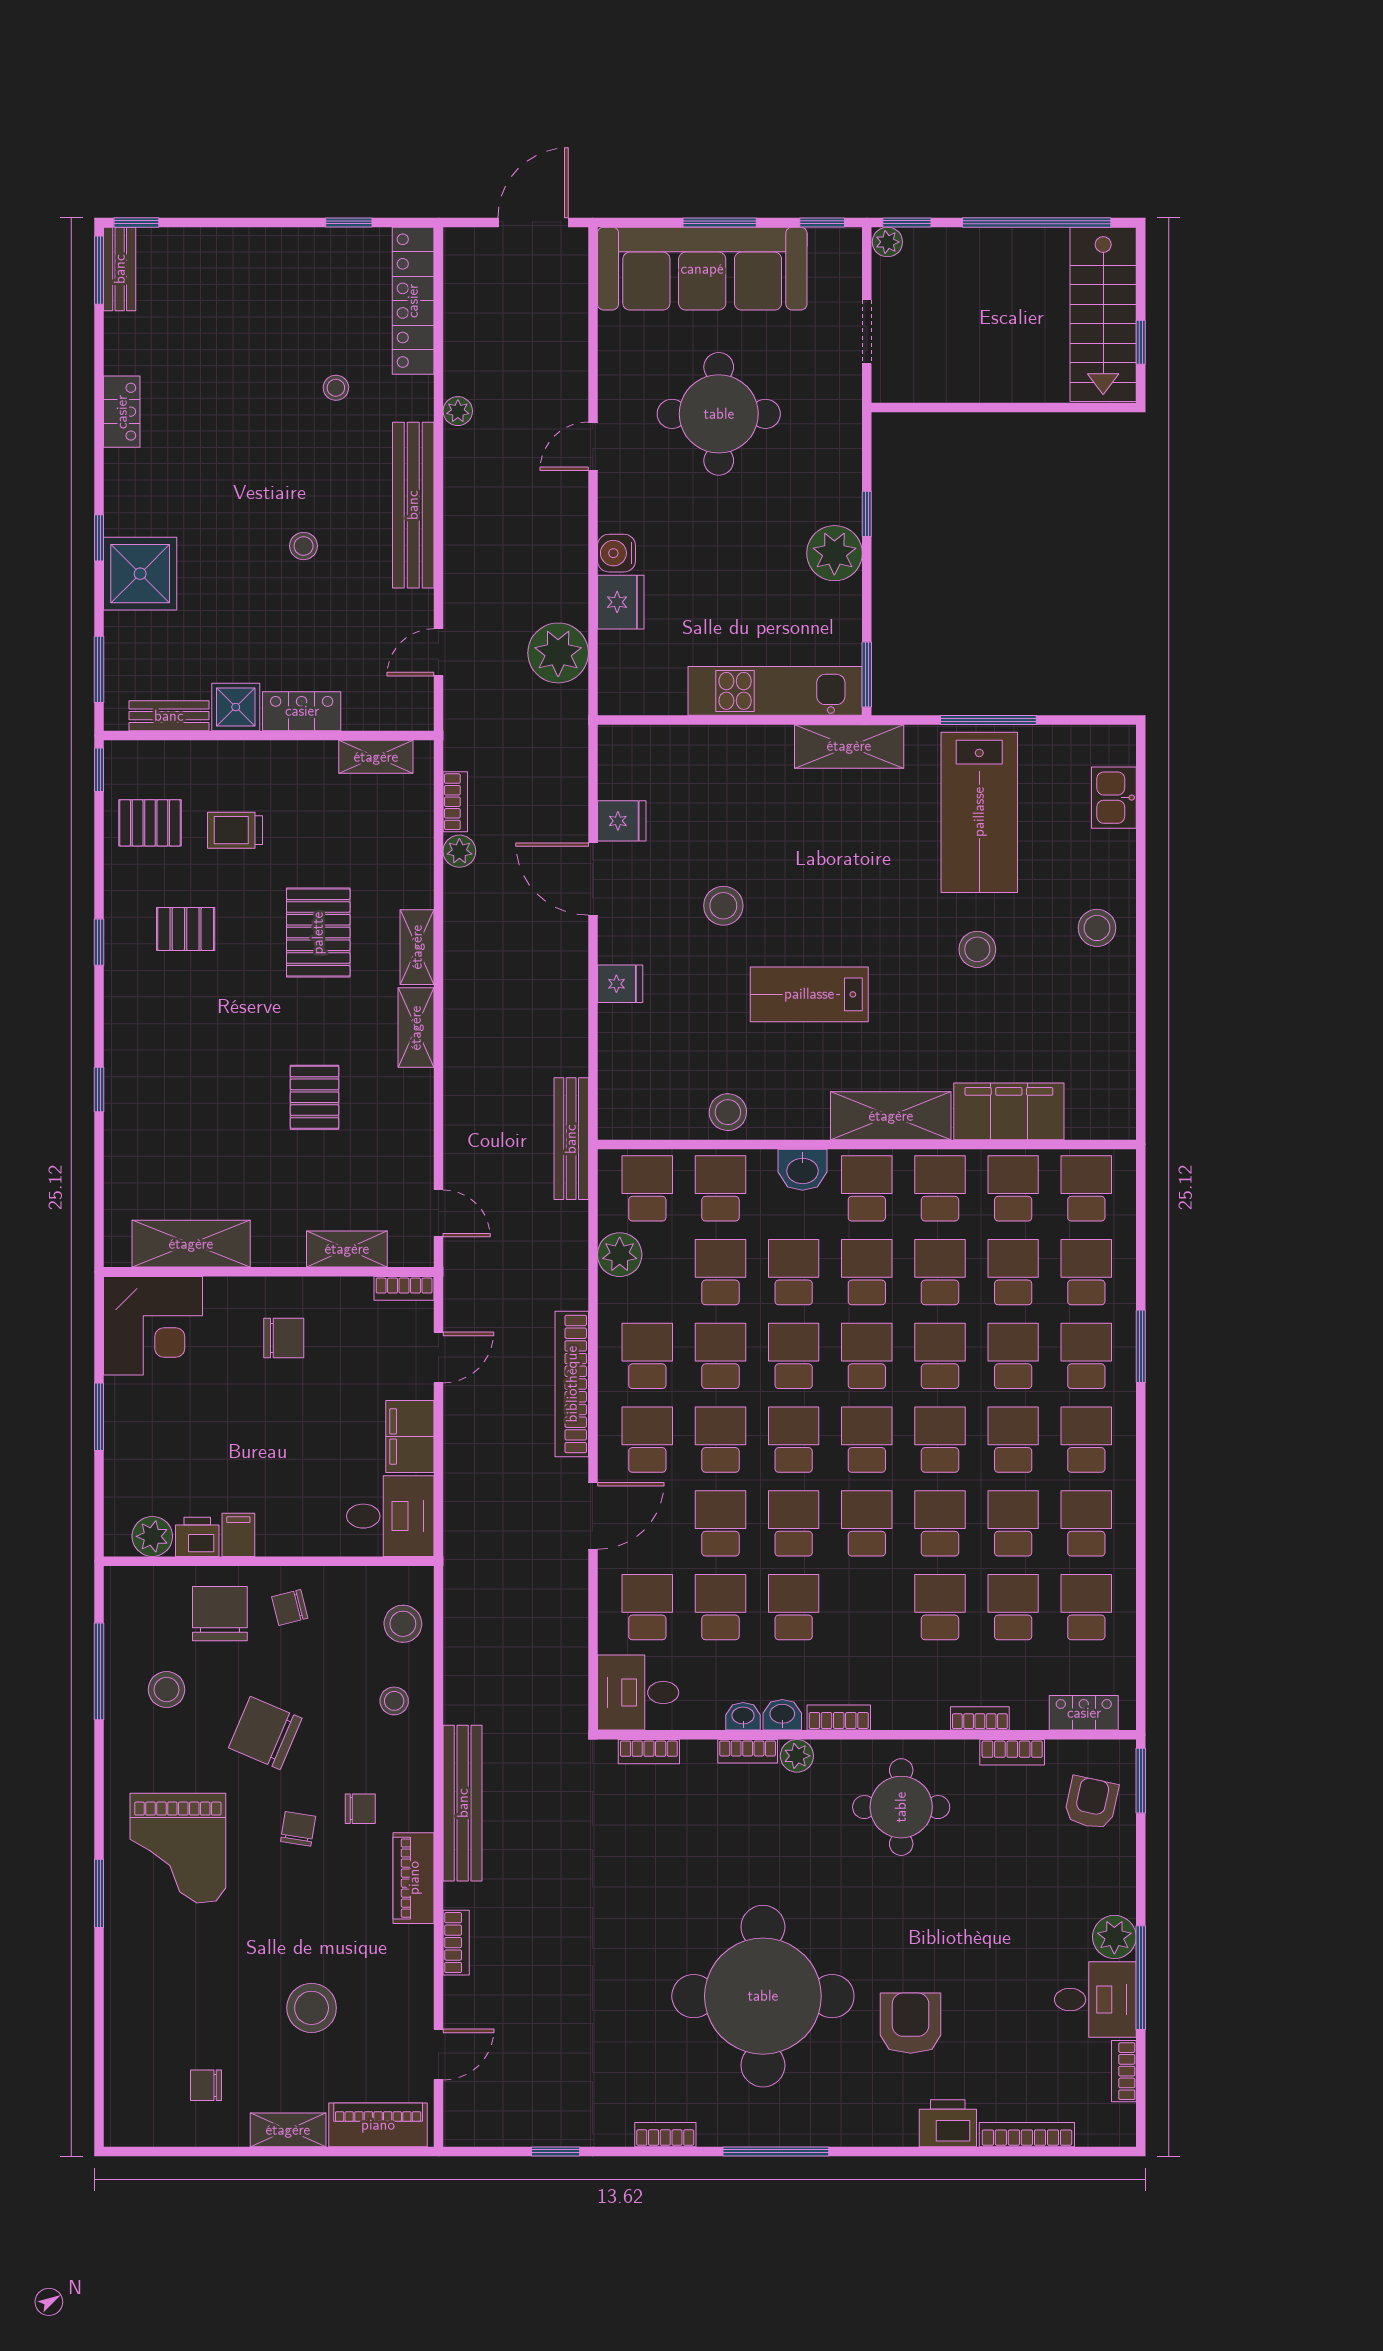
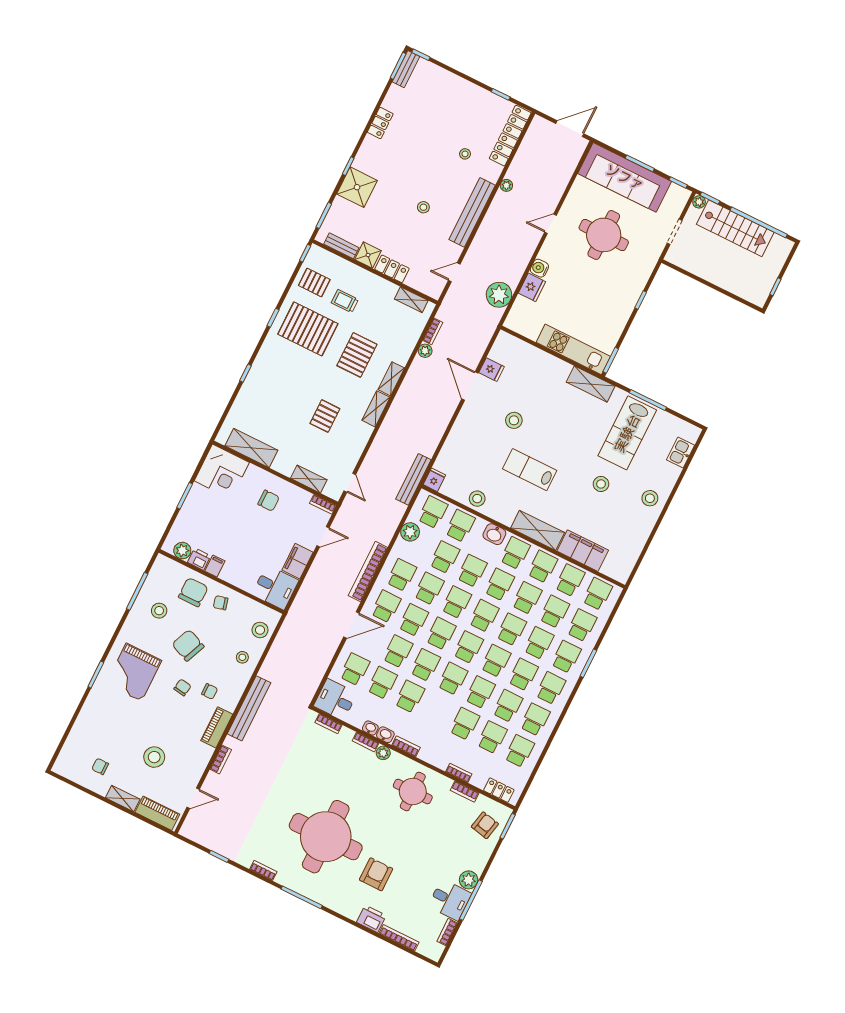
stairs: (1103, 314) -> (735, 228), moved, turned -90
plant: (834, 553) -> (621, 309), removed
pallet: (186, 929) -> (308, 329), width x2.05, depth x2.00
fridge: (620, 984) -> (434, 480), moved, turned -90

